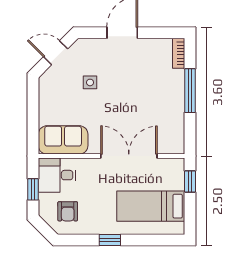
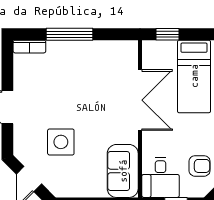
side table: (90, 82) -> (61, 142), width x1.87, depth x1.87
double door: (129, 156) -> (140, 100), swing flipped

